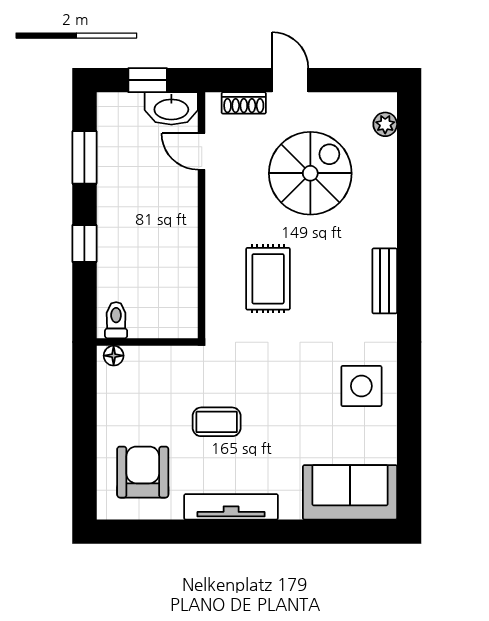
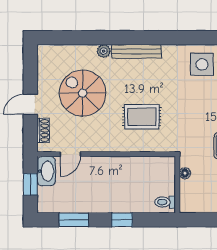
plant: (385, 124) -> (104, 51), moved
bench: (385, 281) -> (136, 51), width x1.36
floor lamp: (114, 356) -> (185, 173), moved

